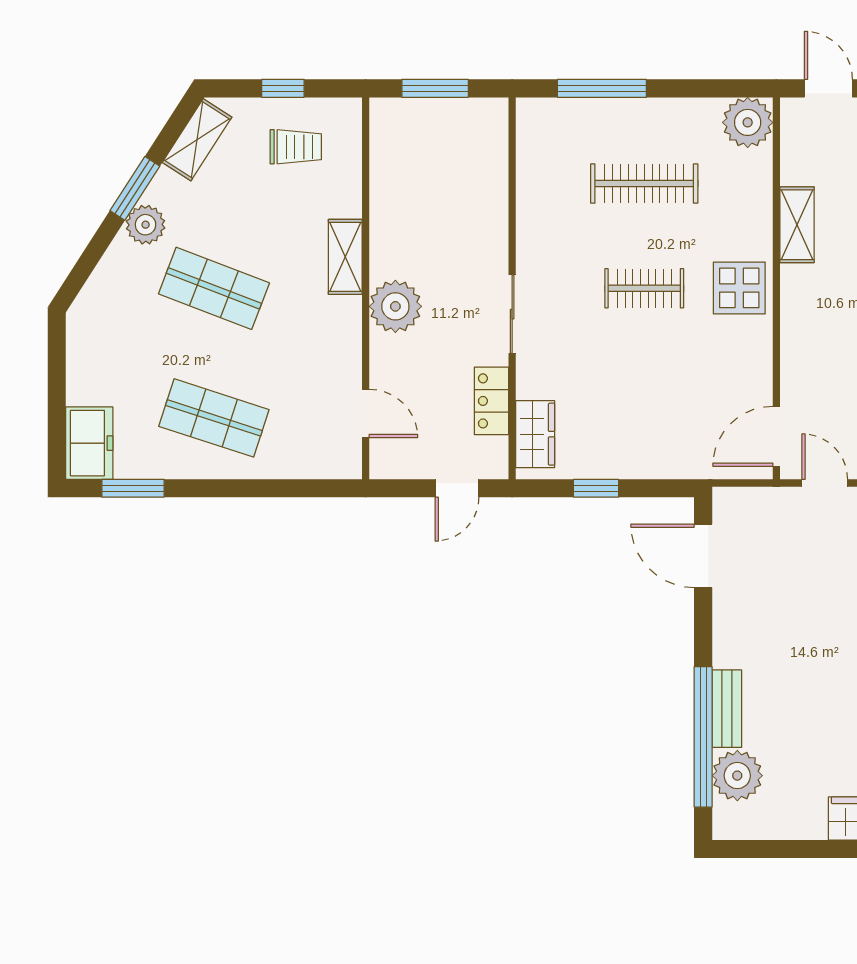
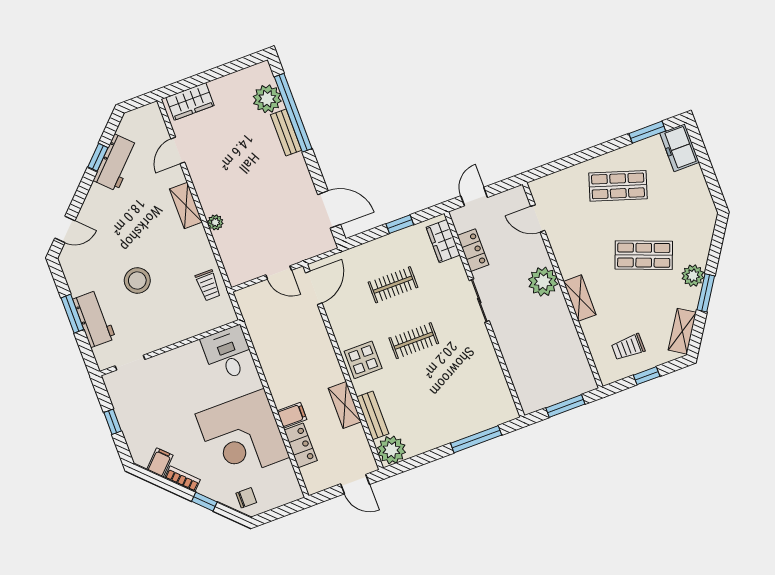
clothes rail: (644, 184) -> (393, 285), moved, width x0.73
bench: (757, 191) -> (373, 415), added

